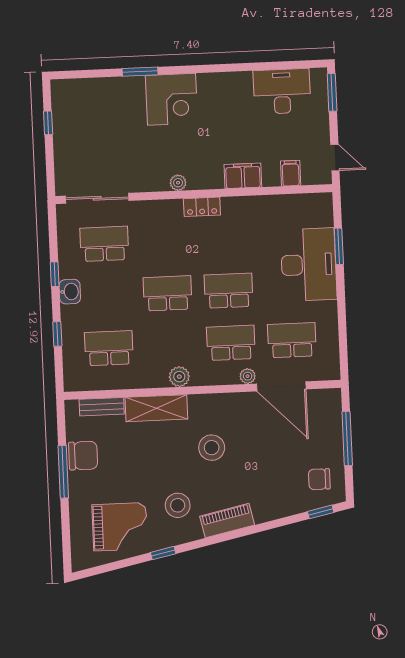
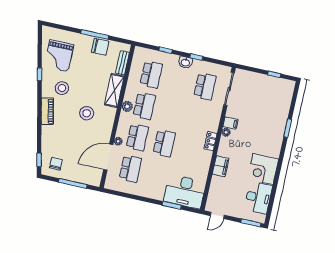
corner desk: (172, 99) -> (263, 169), moved
filing cabinet: (291, 173) -> (231, 123), moved
desk: (309, 265) -> (185, 192), moved
school desk: (168, 293) -> (144, 106), moved
chair: (83, 456) -> (100, 47), turned -90

